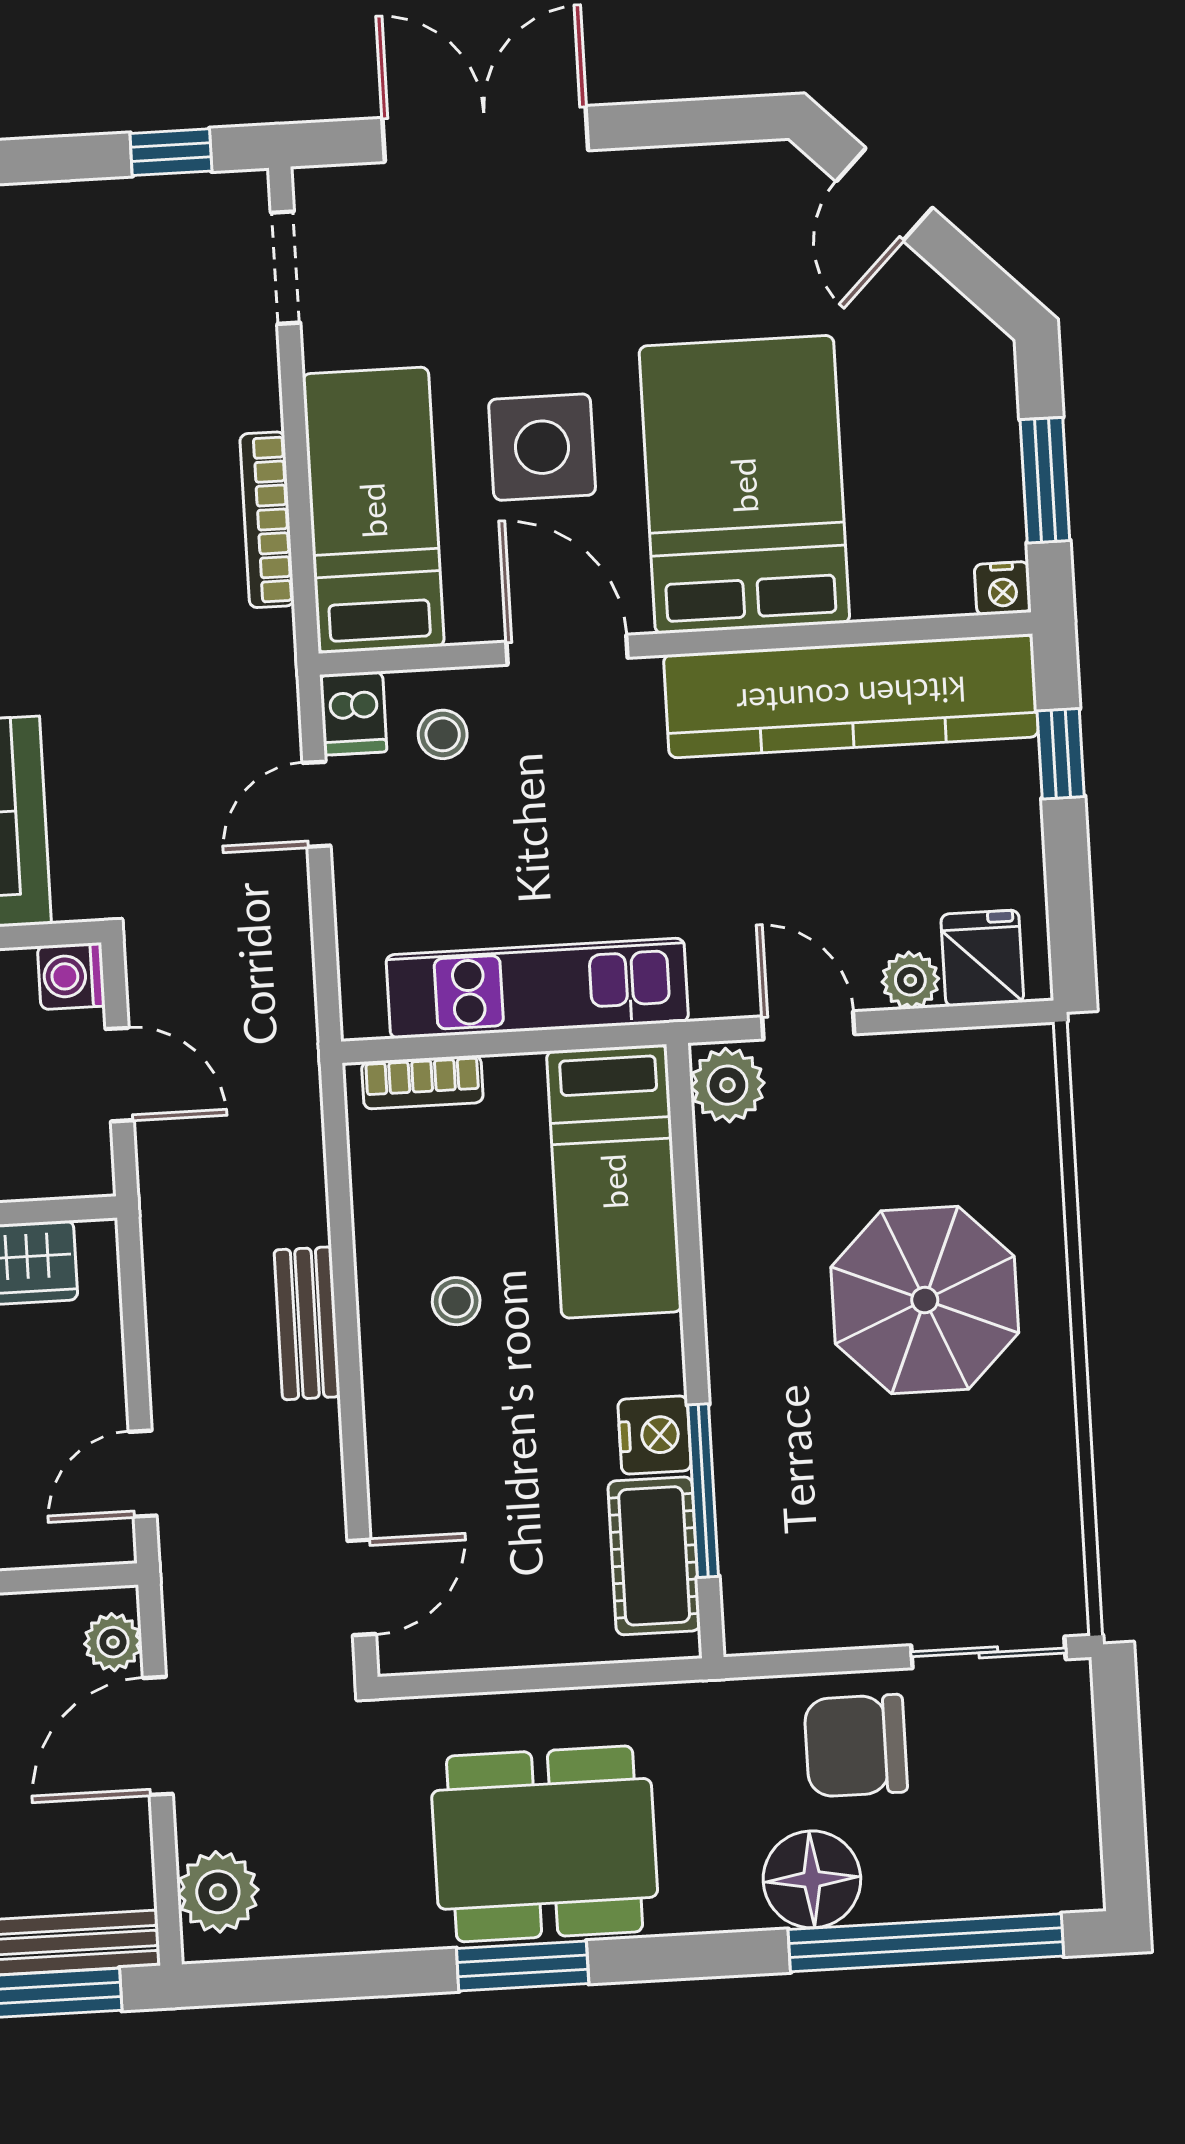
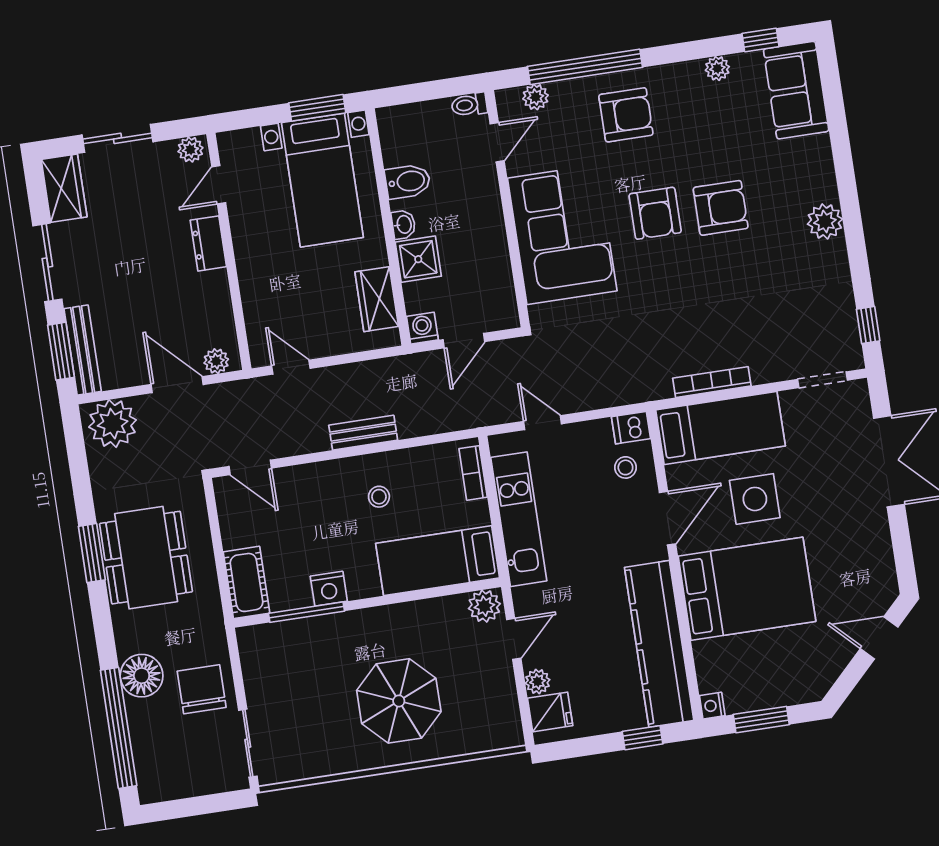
door: (316, 804) -> (543, 423), moved
washing machine: (71, 976) -> (422, 328), moved
cot: (654, 1556) -> (246, 582), moved, turned 90
plant: (218, 1892) -> (113, 424), width x1.36, depth x1.36

